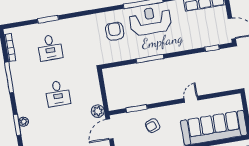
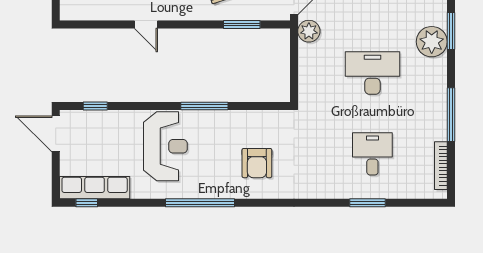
reception desk: (150, 21) -> (165, 146), moved, turned -90
desk: (58, 94) -> (372, 73), width x1.37
door: (191, 99) -> (146, 25), hinge flipped
plant: (24, 122) -> (432, 42), width x1.88, depth x1.88

